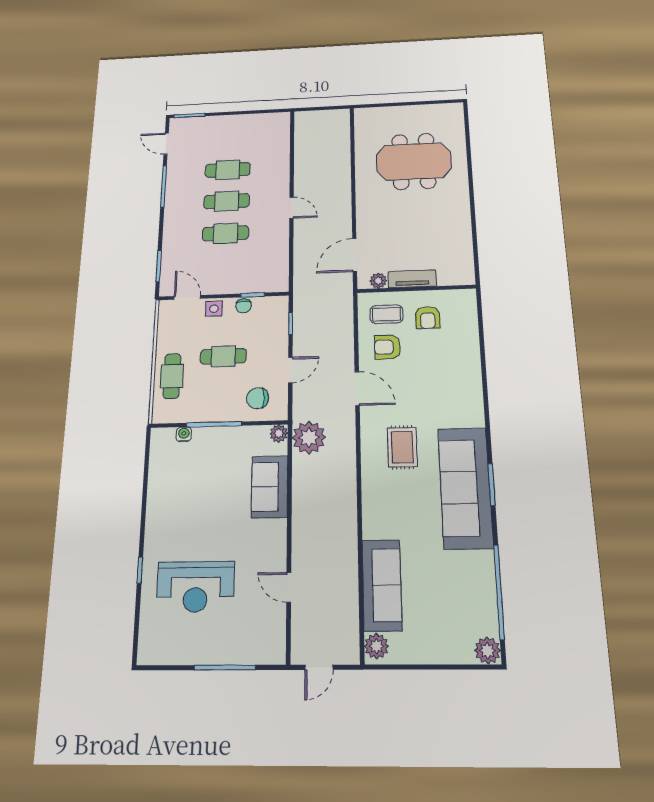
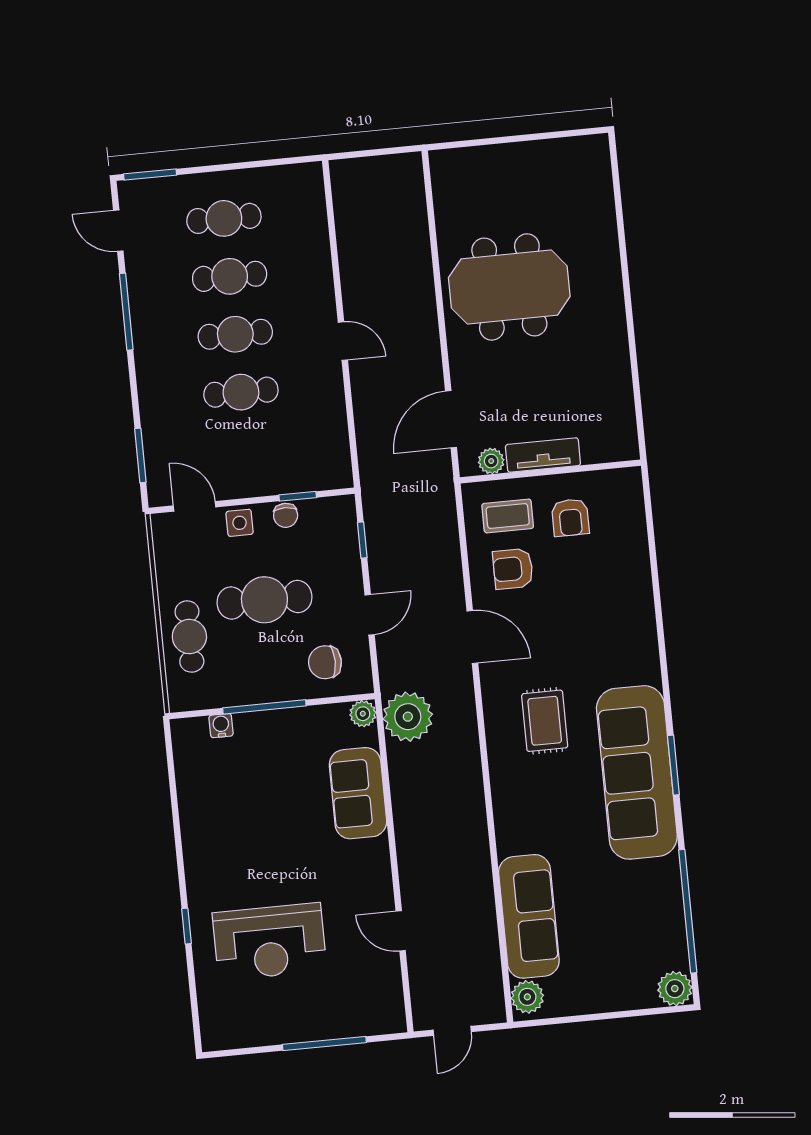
cafe table: (229, 139) -> (224, 218), added
meeting table: (414, 161) -> (509, 287), moved
cafe table: (223, 356) -> (264, 600), width x1.37, depth x1.35

